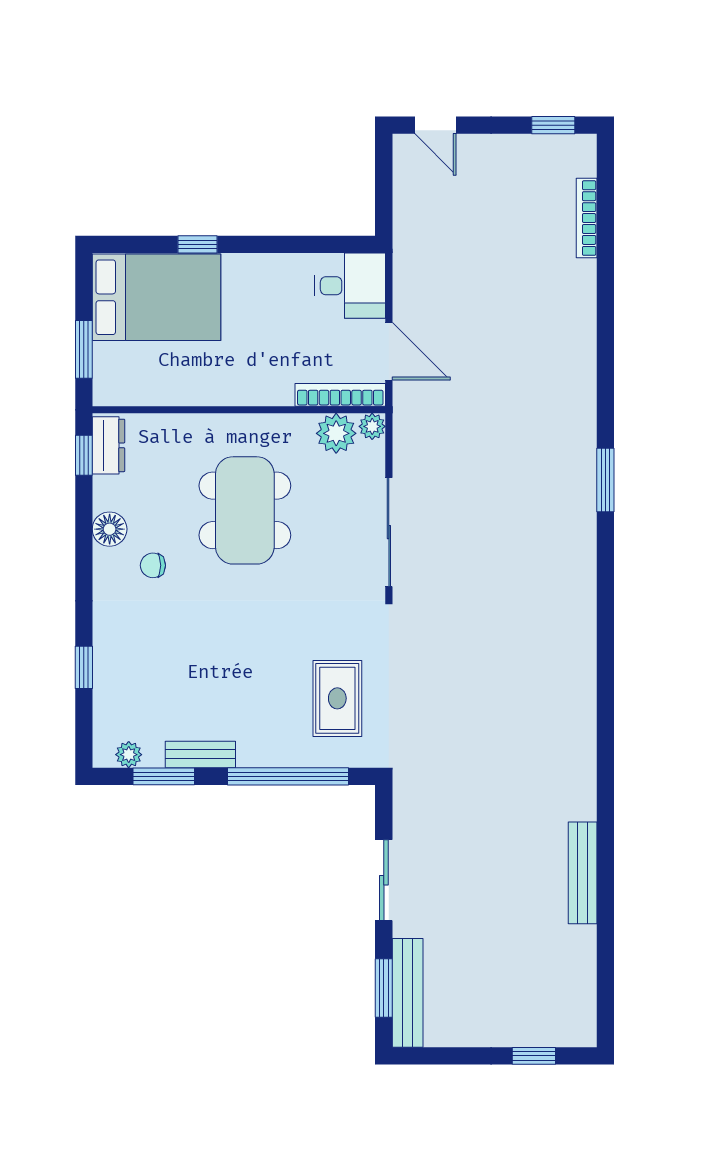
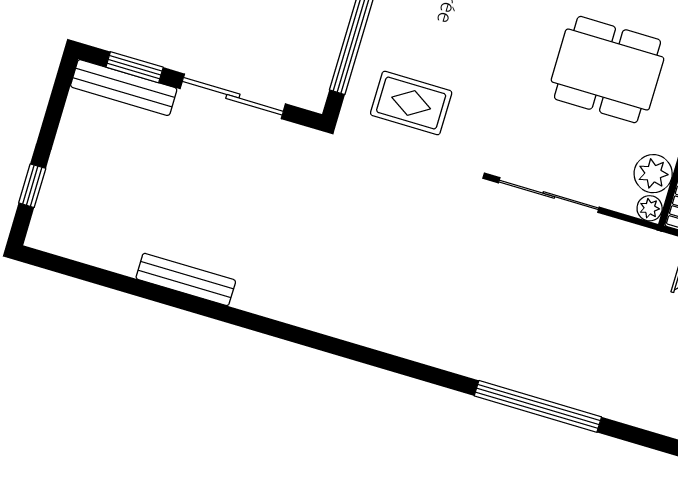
window: (605, 480) -> (538, 406), width x2.11
sliding door: (384, 880) -> (233, 96), width x1.37

